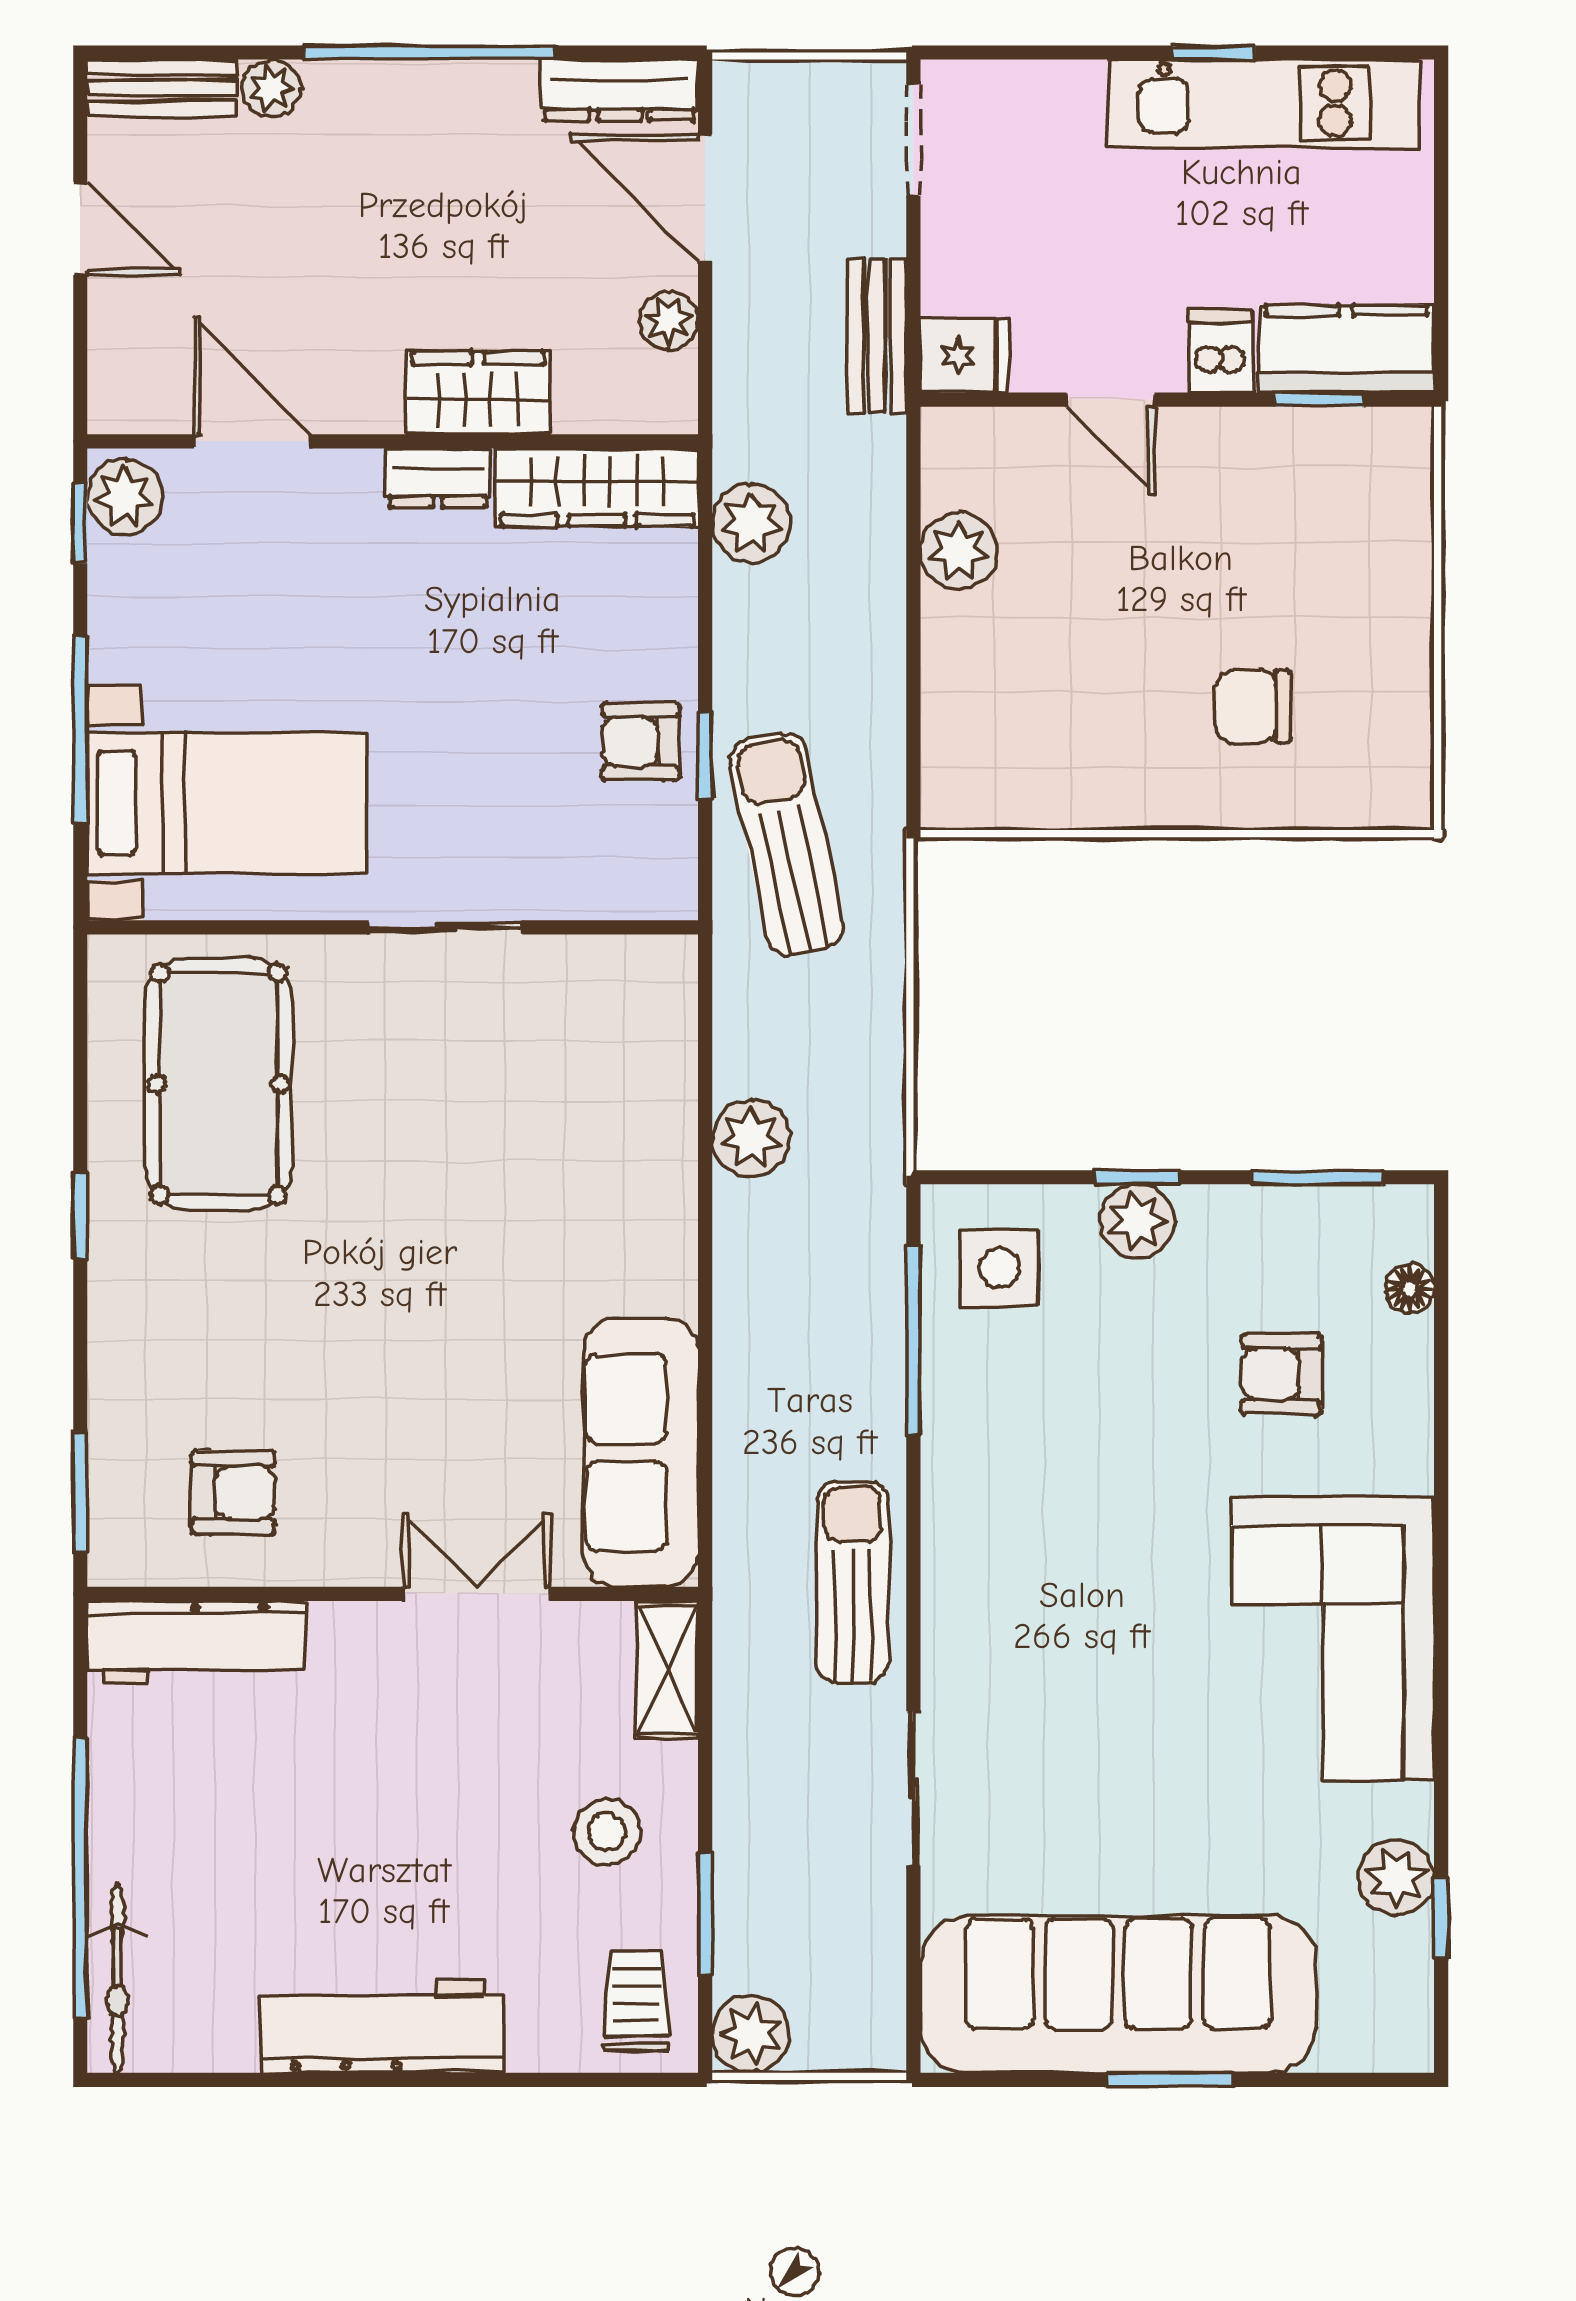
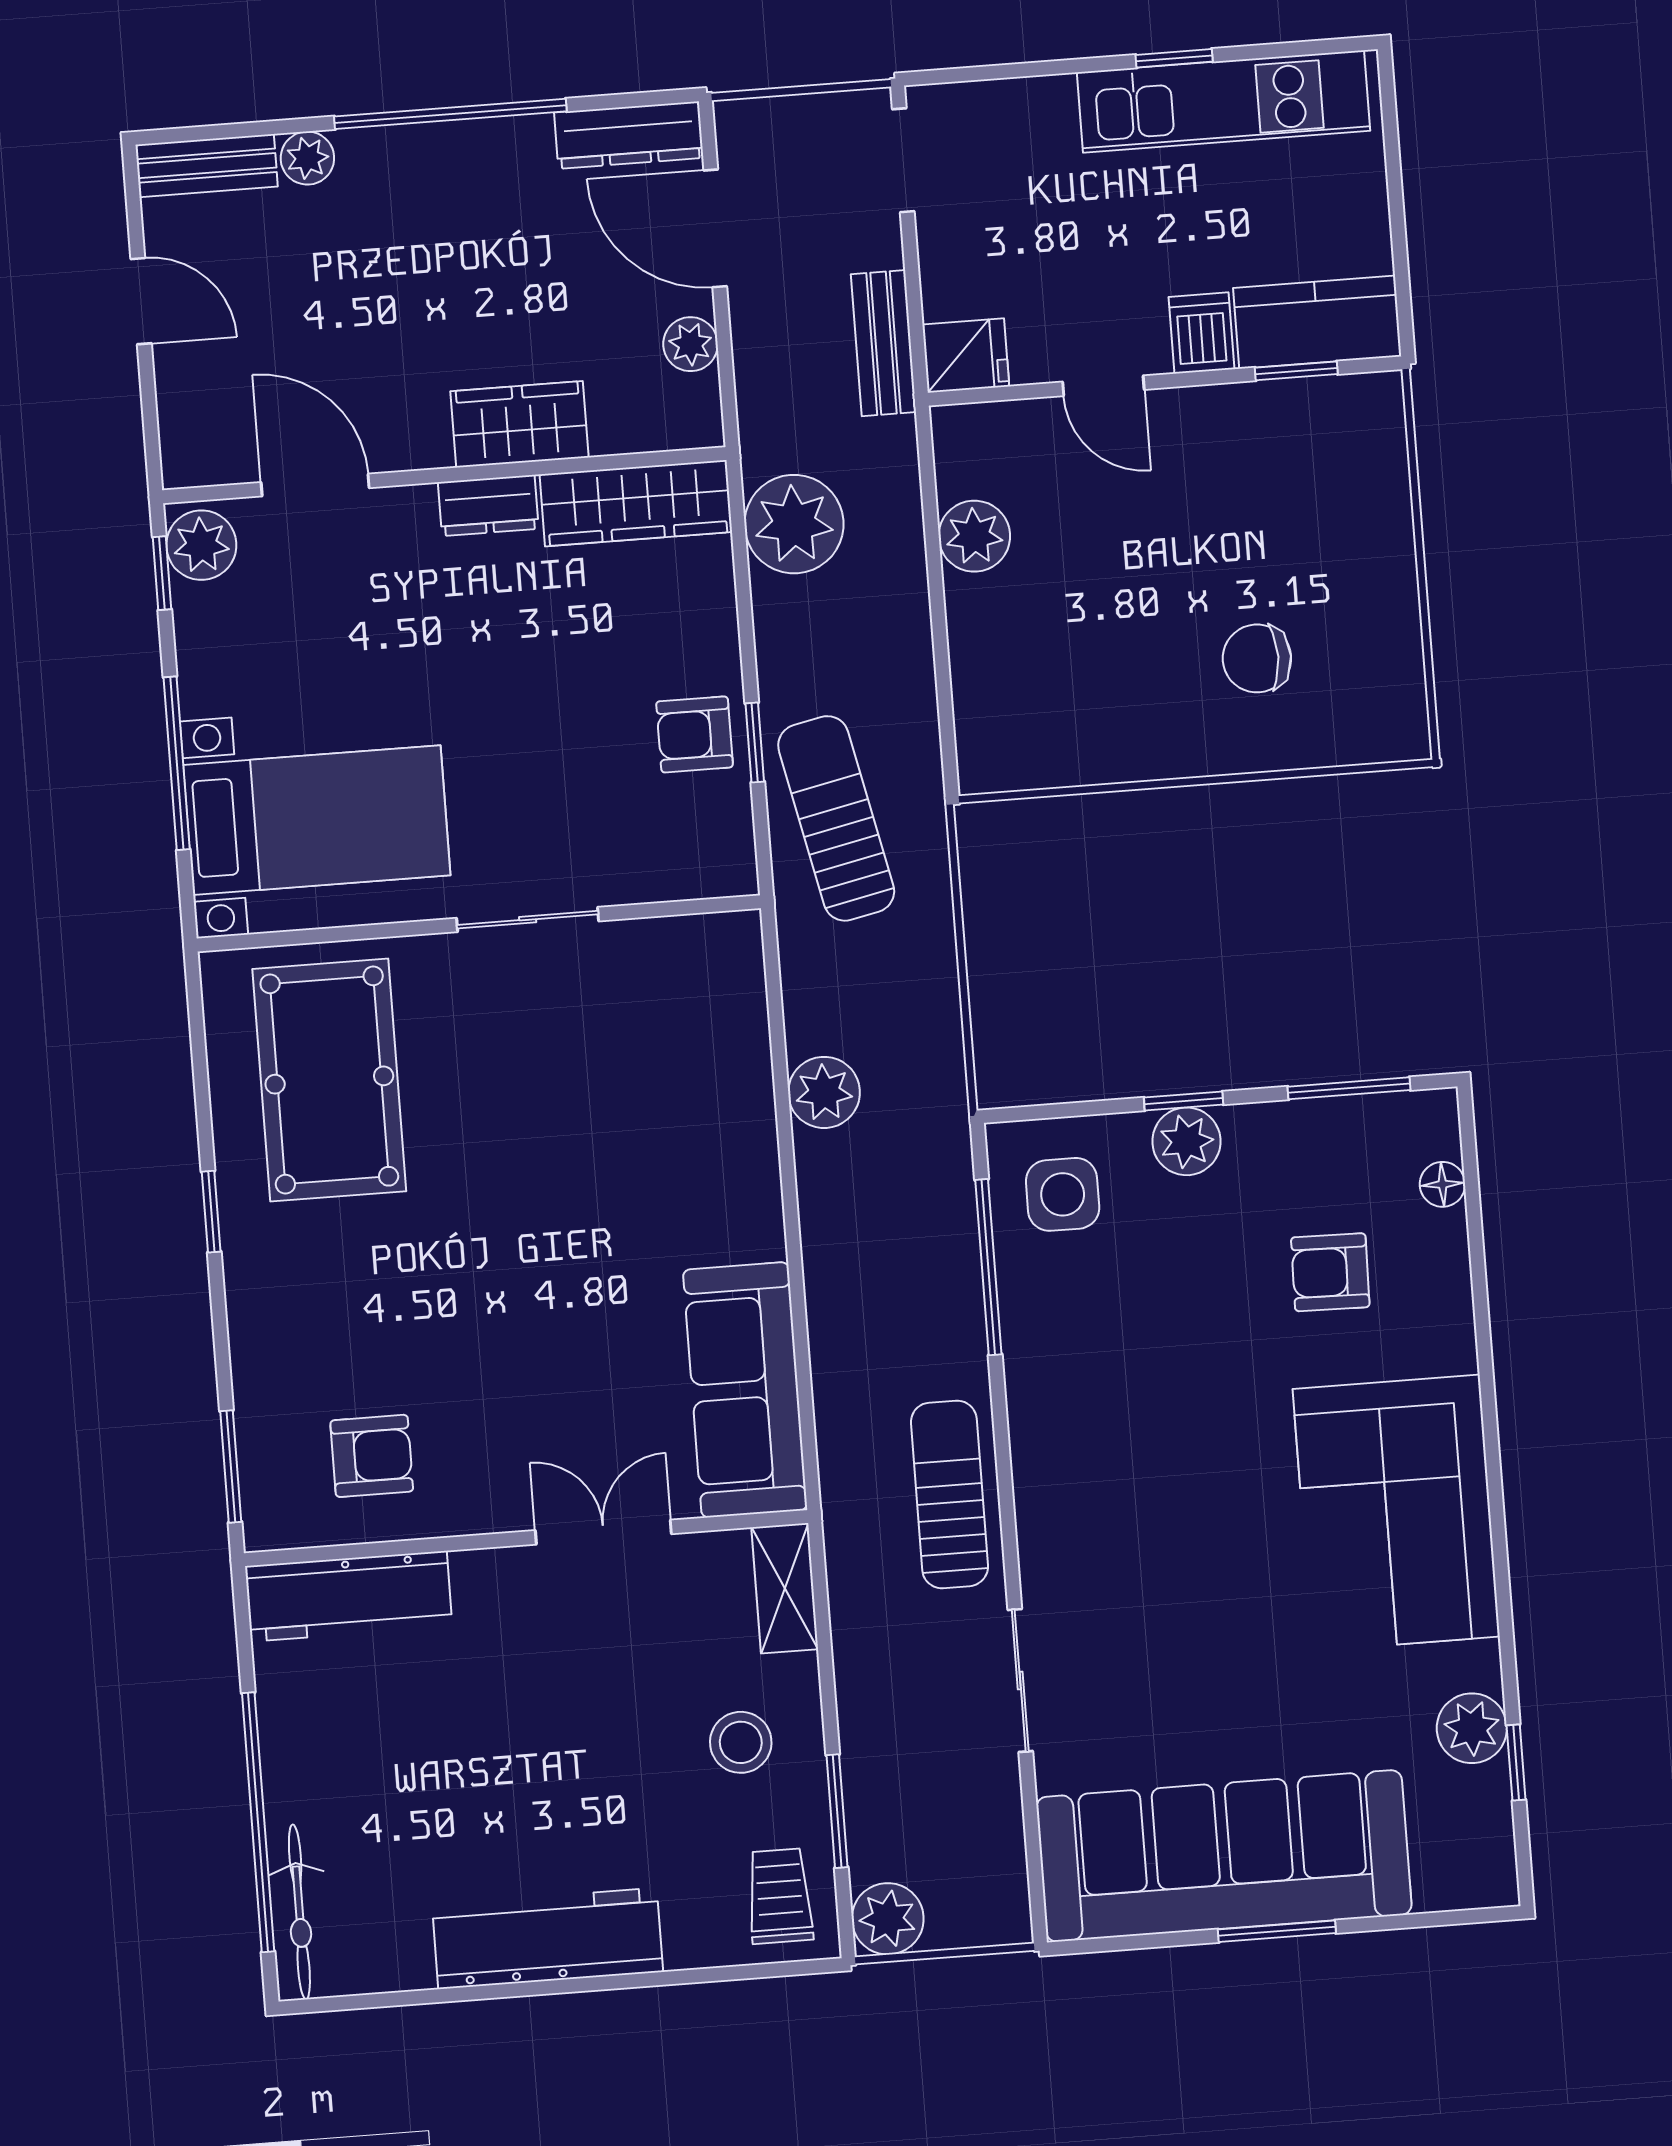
plant: (751, 523) -> (794, 524), width x1.36, depth x1.36

